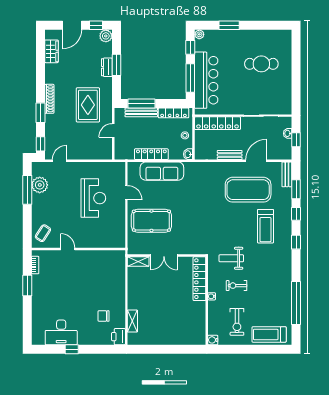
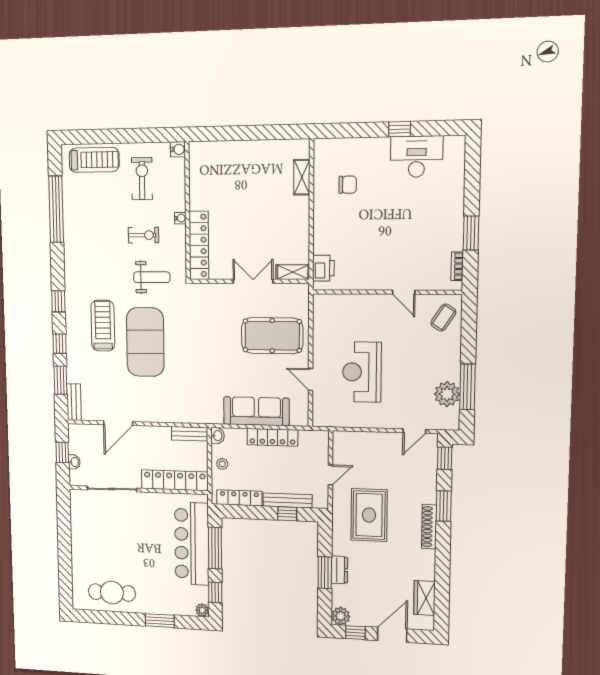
cafe table: (261, 64) -> (112, 593), moved
window: (141, 104) -> (287, 514), width x0.46
bench: (230, 155) -> (190, 434), moved
exercise mat: (248, 190) -> (145, 342), moved, turned 90
printer: (118, 337) -> (323, 268), moved

